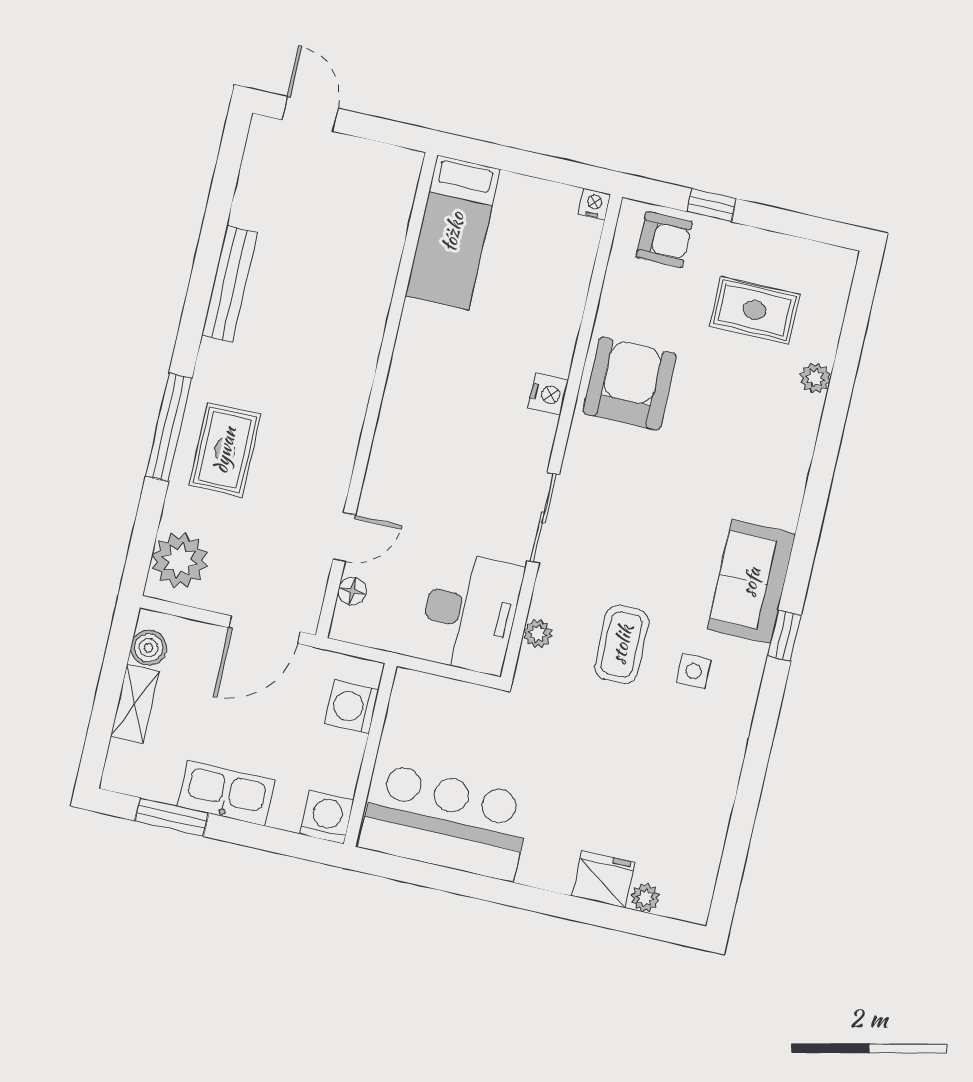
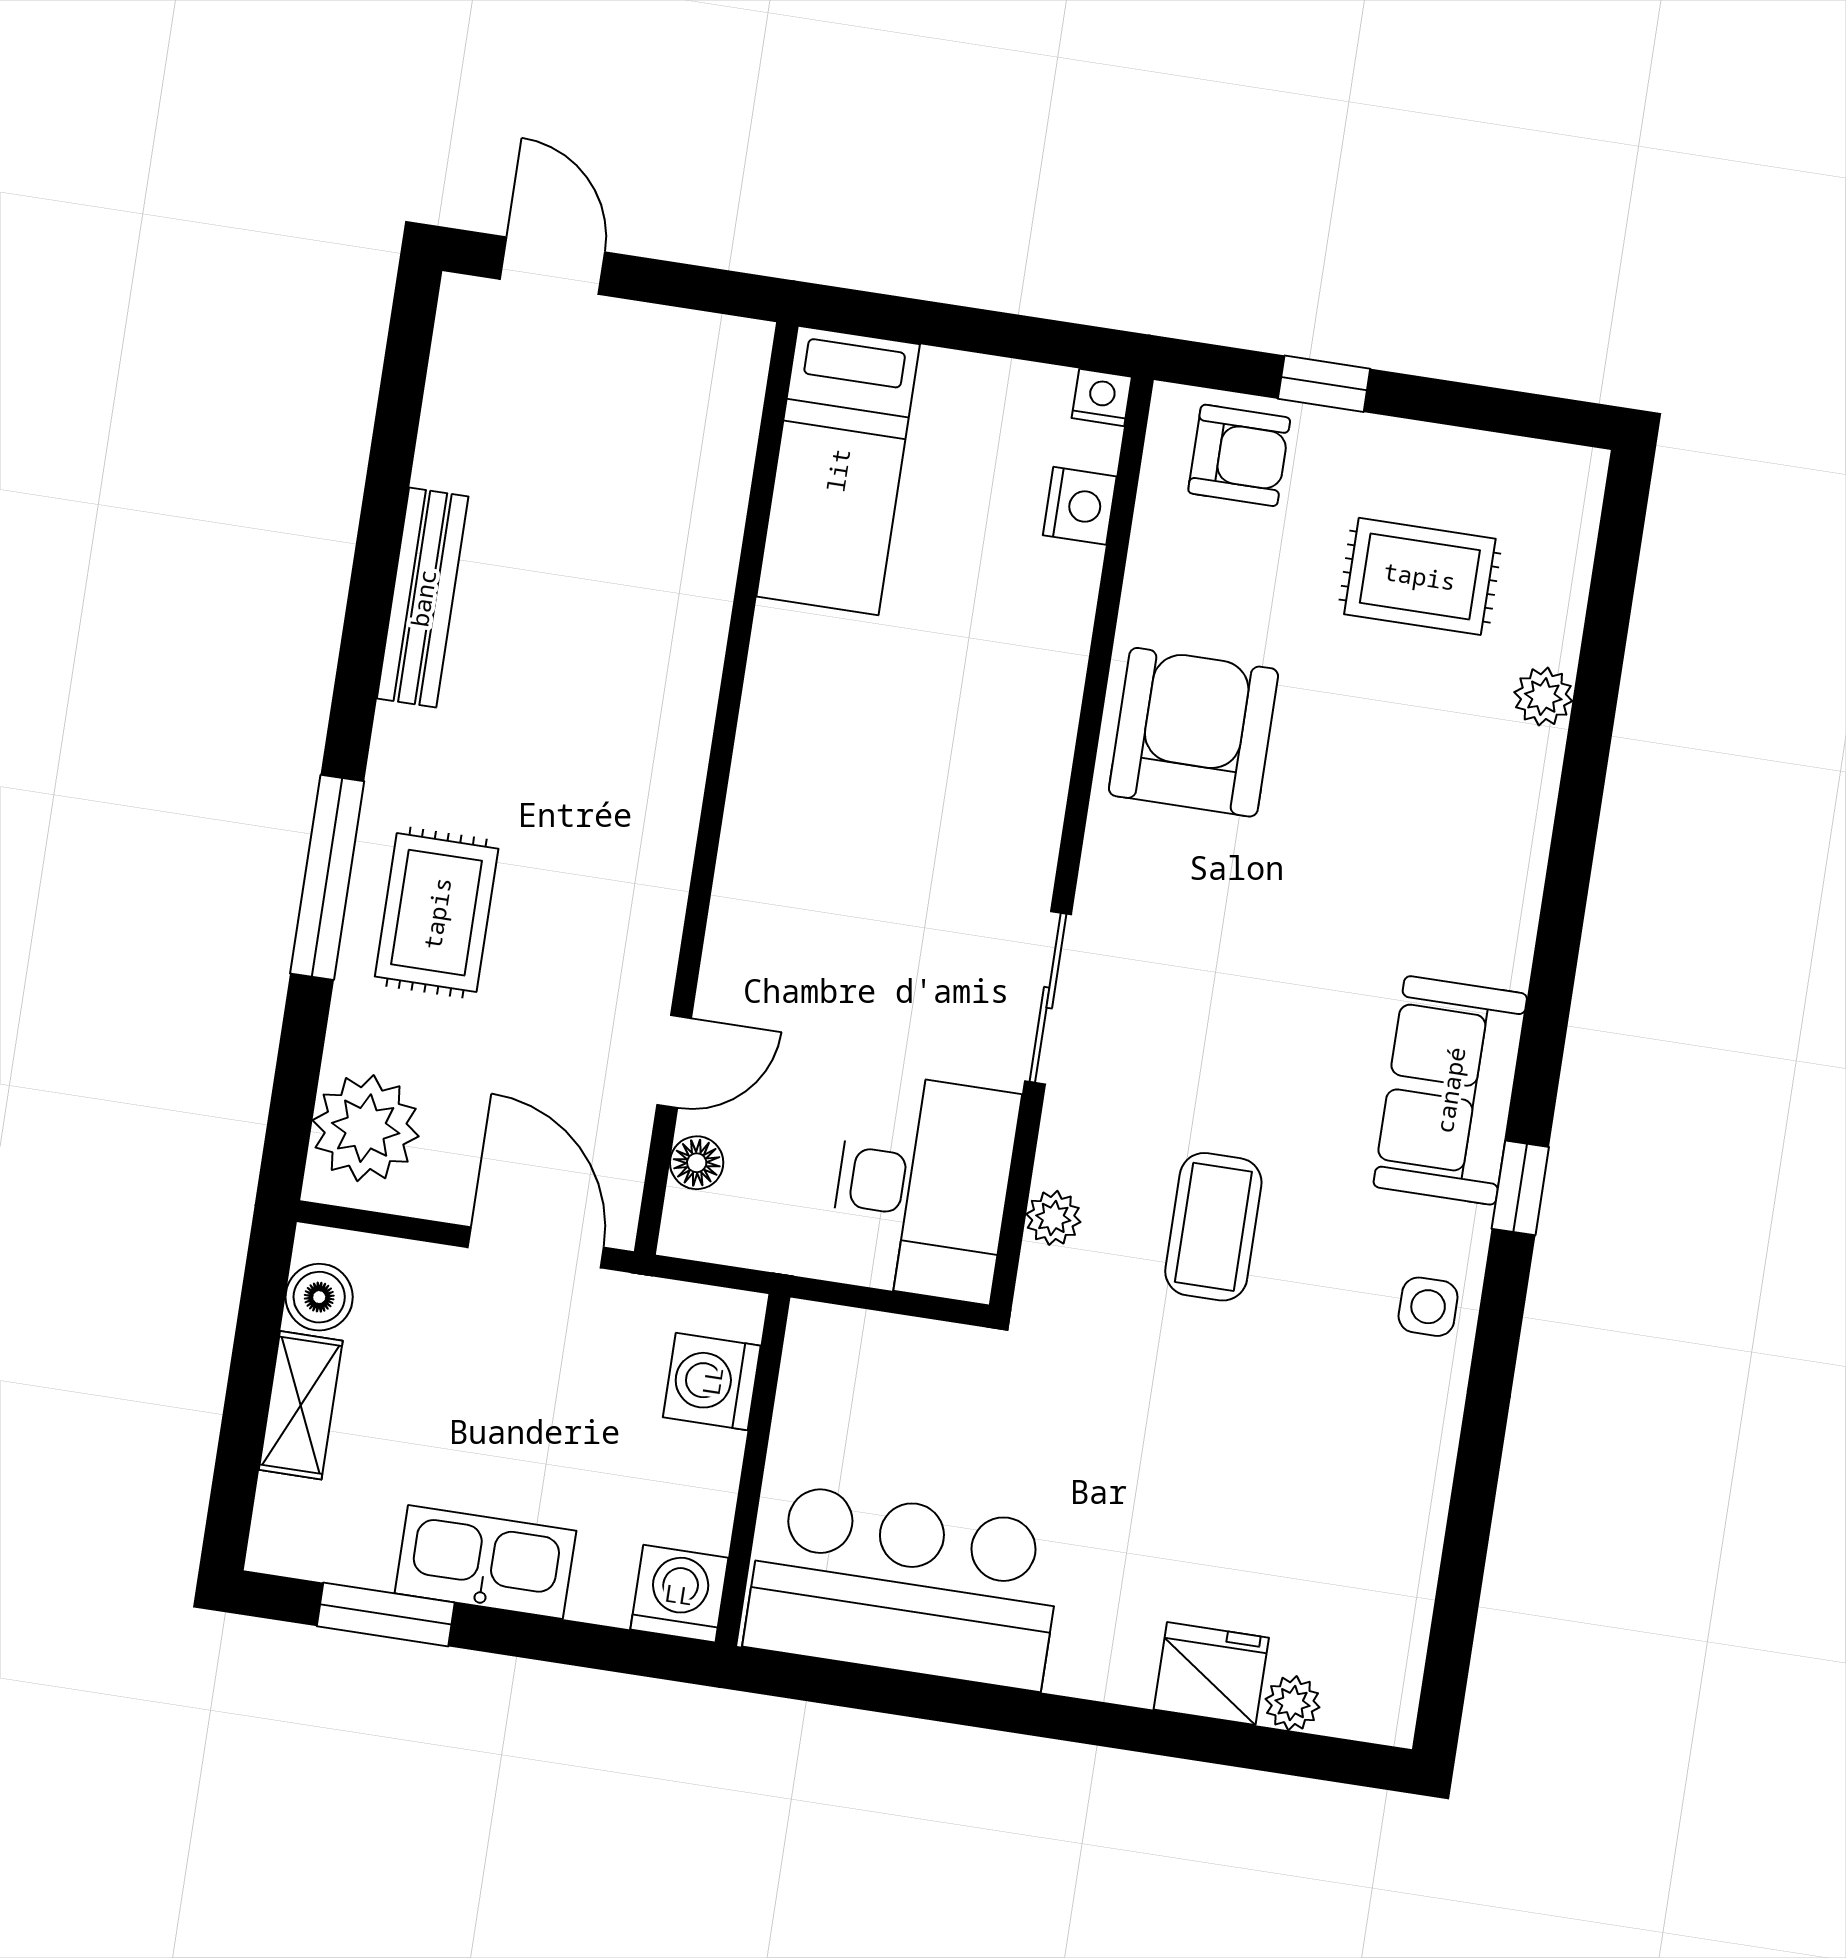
nightstand: (548, 394) -> (1080, 506), moved
door: (264, 630) -> (536, 1247), swing flipped
side table: (694, 671) -> (1428, 1307), moved

